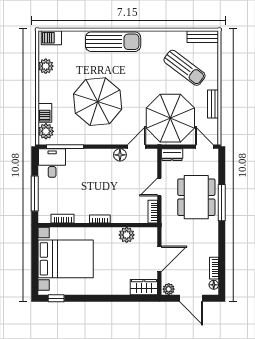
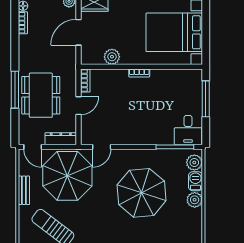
plant: (46, 66) -> (195, 200), moved
floor lamp: (120, 155) -> (119, 138), removed
dresser: (172, 155) -> (61, 139), width x1.44
bookcase: (63, 219) -> (177, 73), removed

